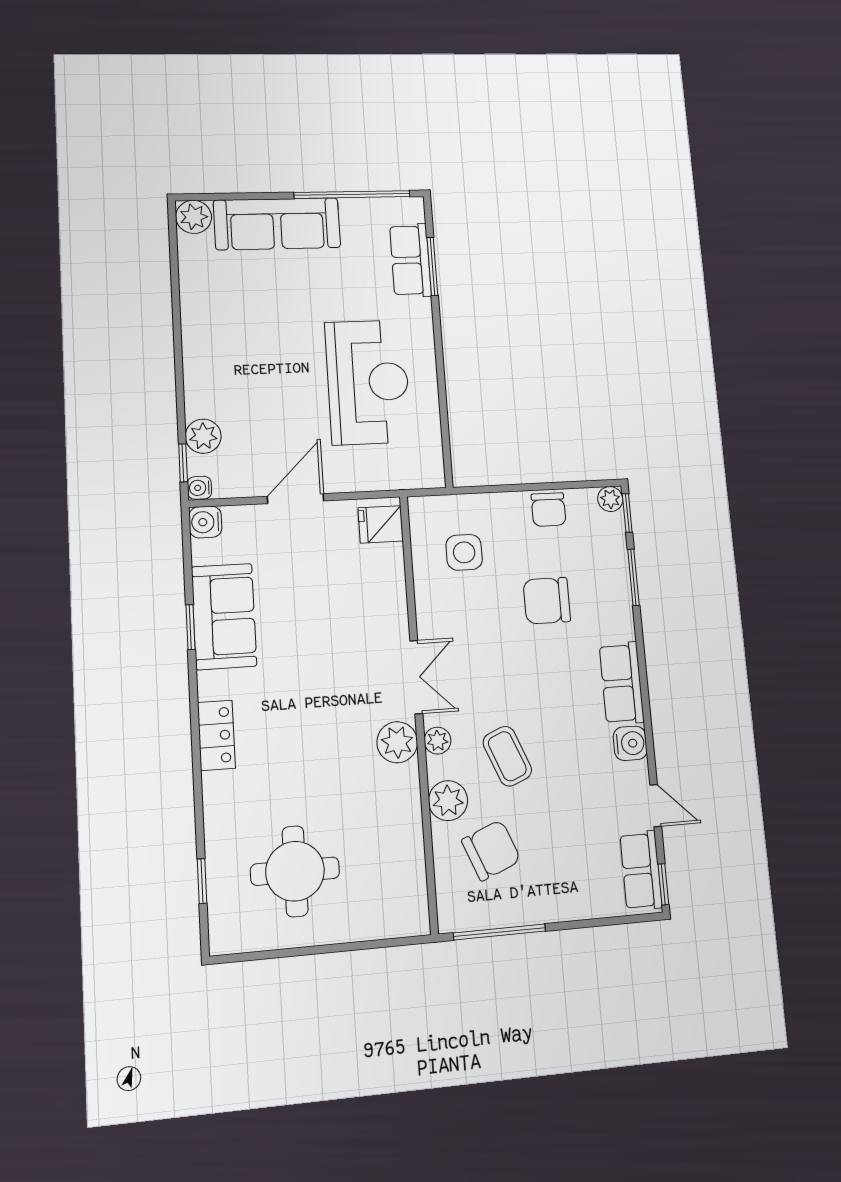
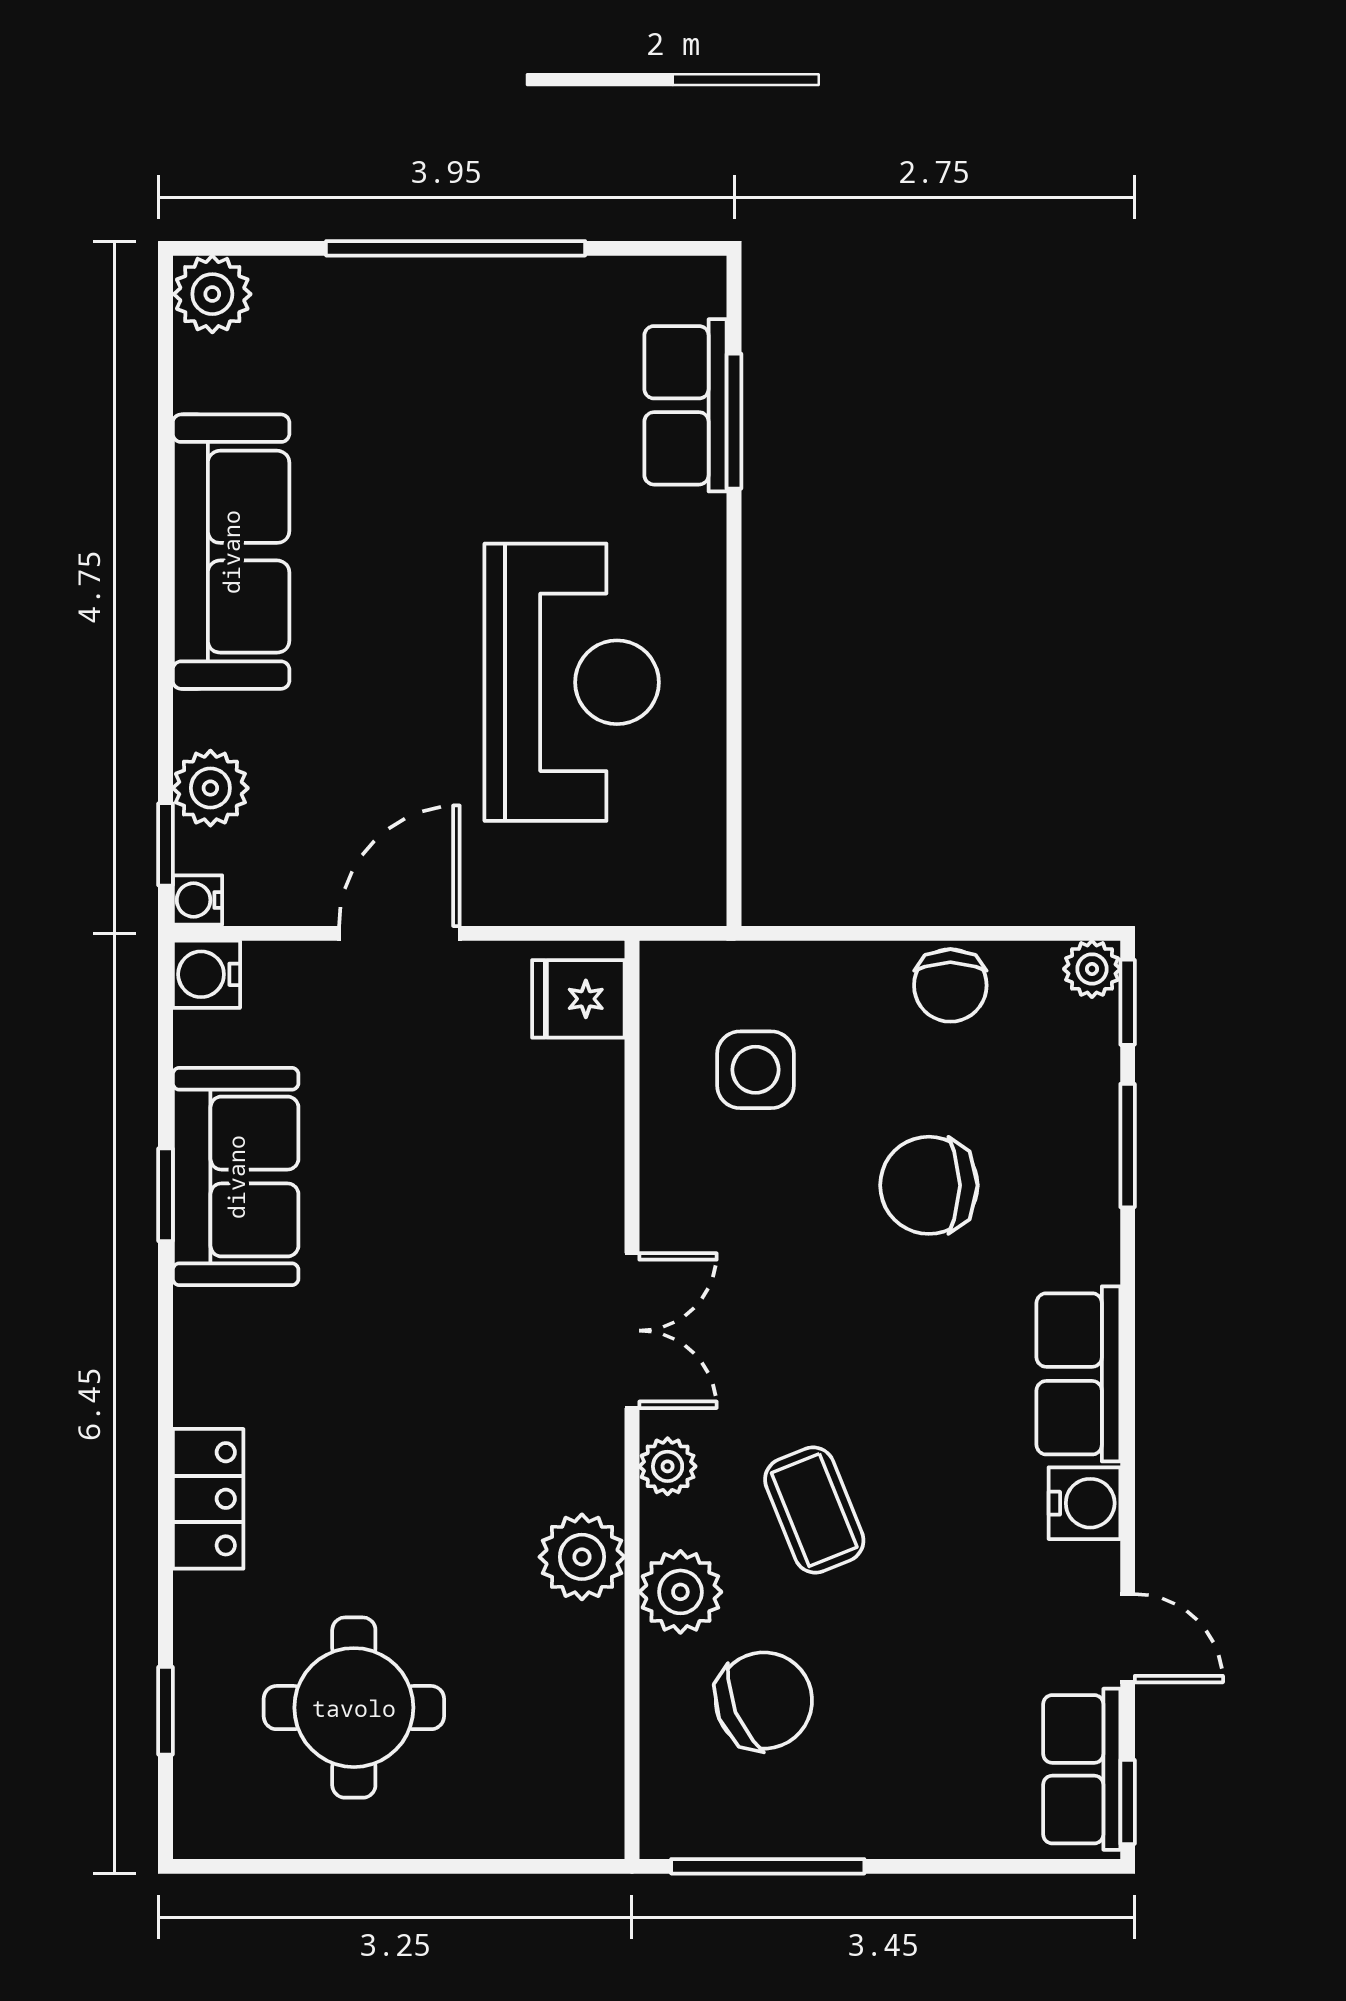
window: (352, 195) -> (456, 248), moved
sofa: (277, 224) -> (231, 552), moved, turned -90
locker: (216, 735) -> (208, 1499), moved
plant: (397, 742) -> (582, 1557), moved

